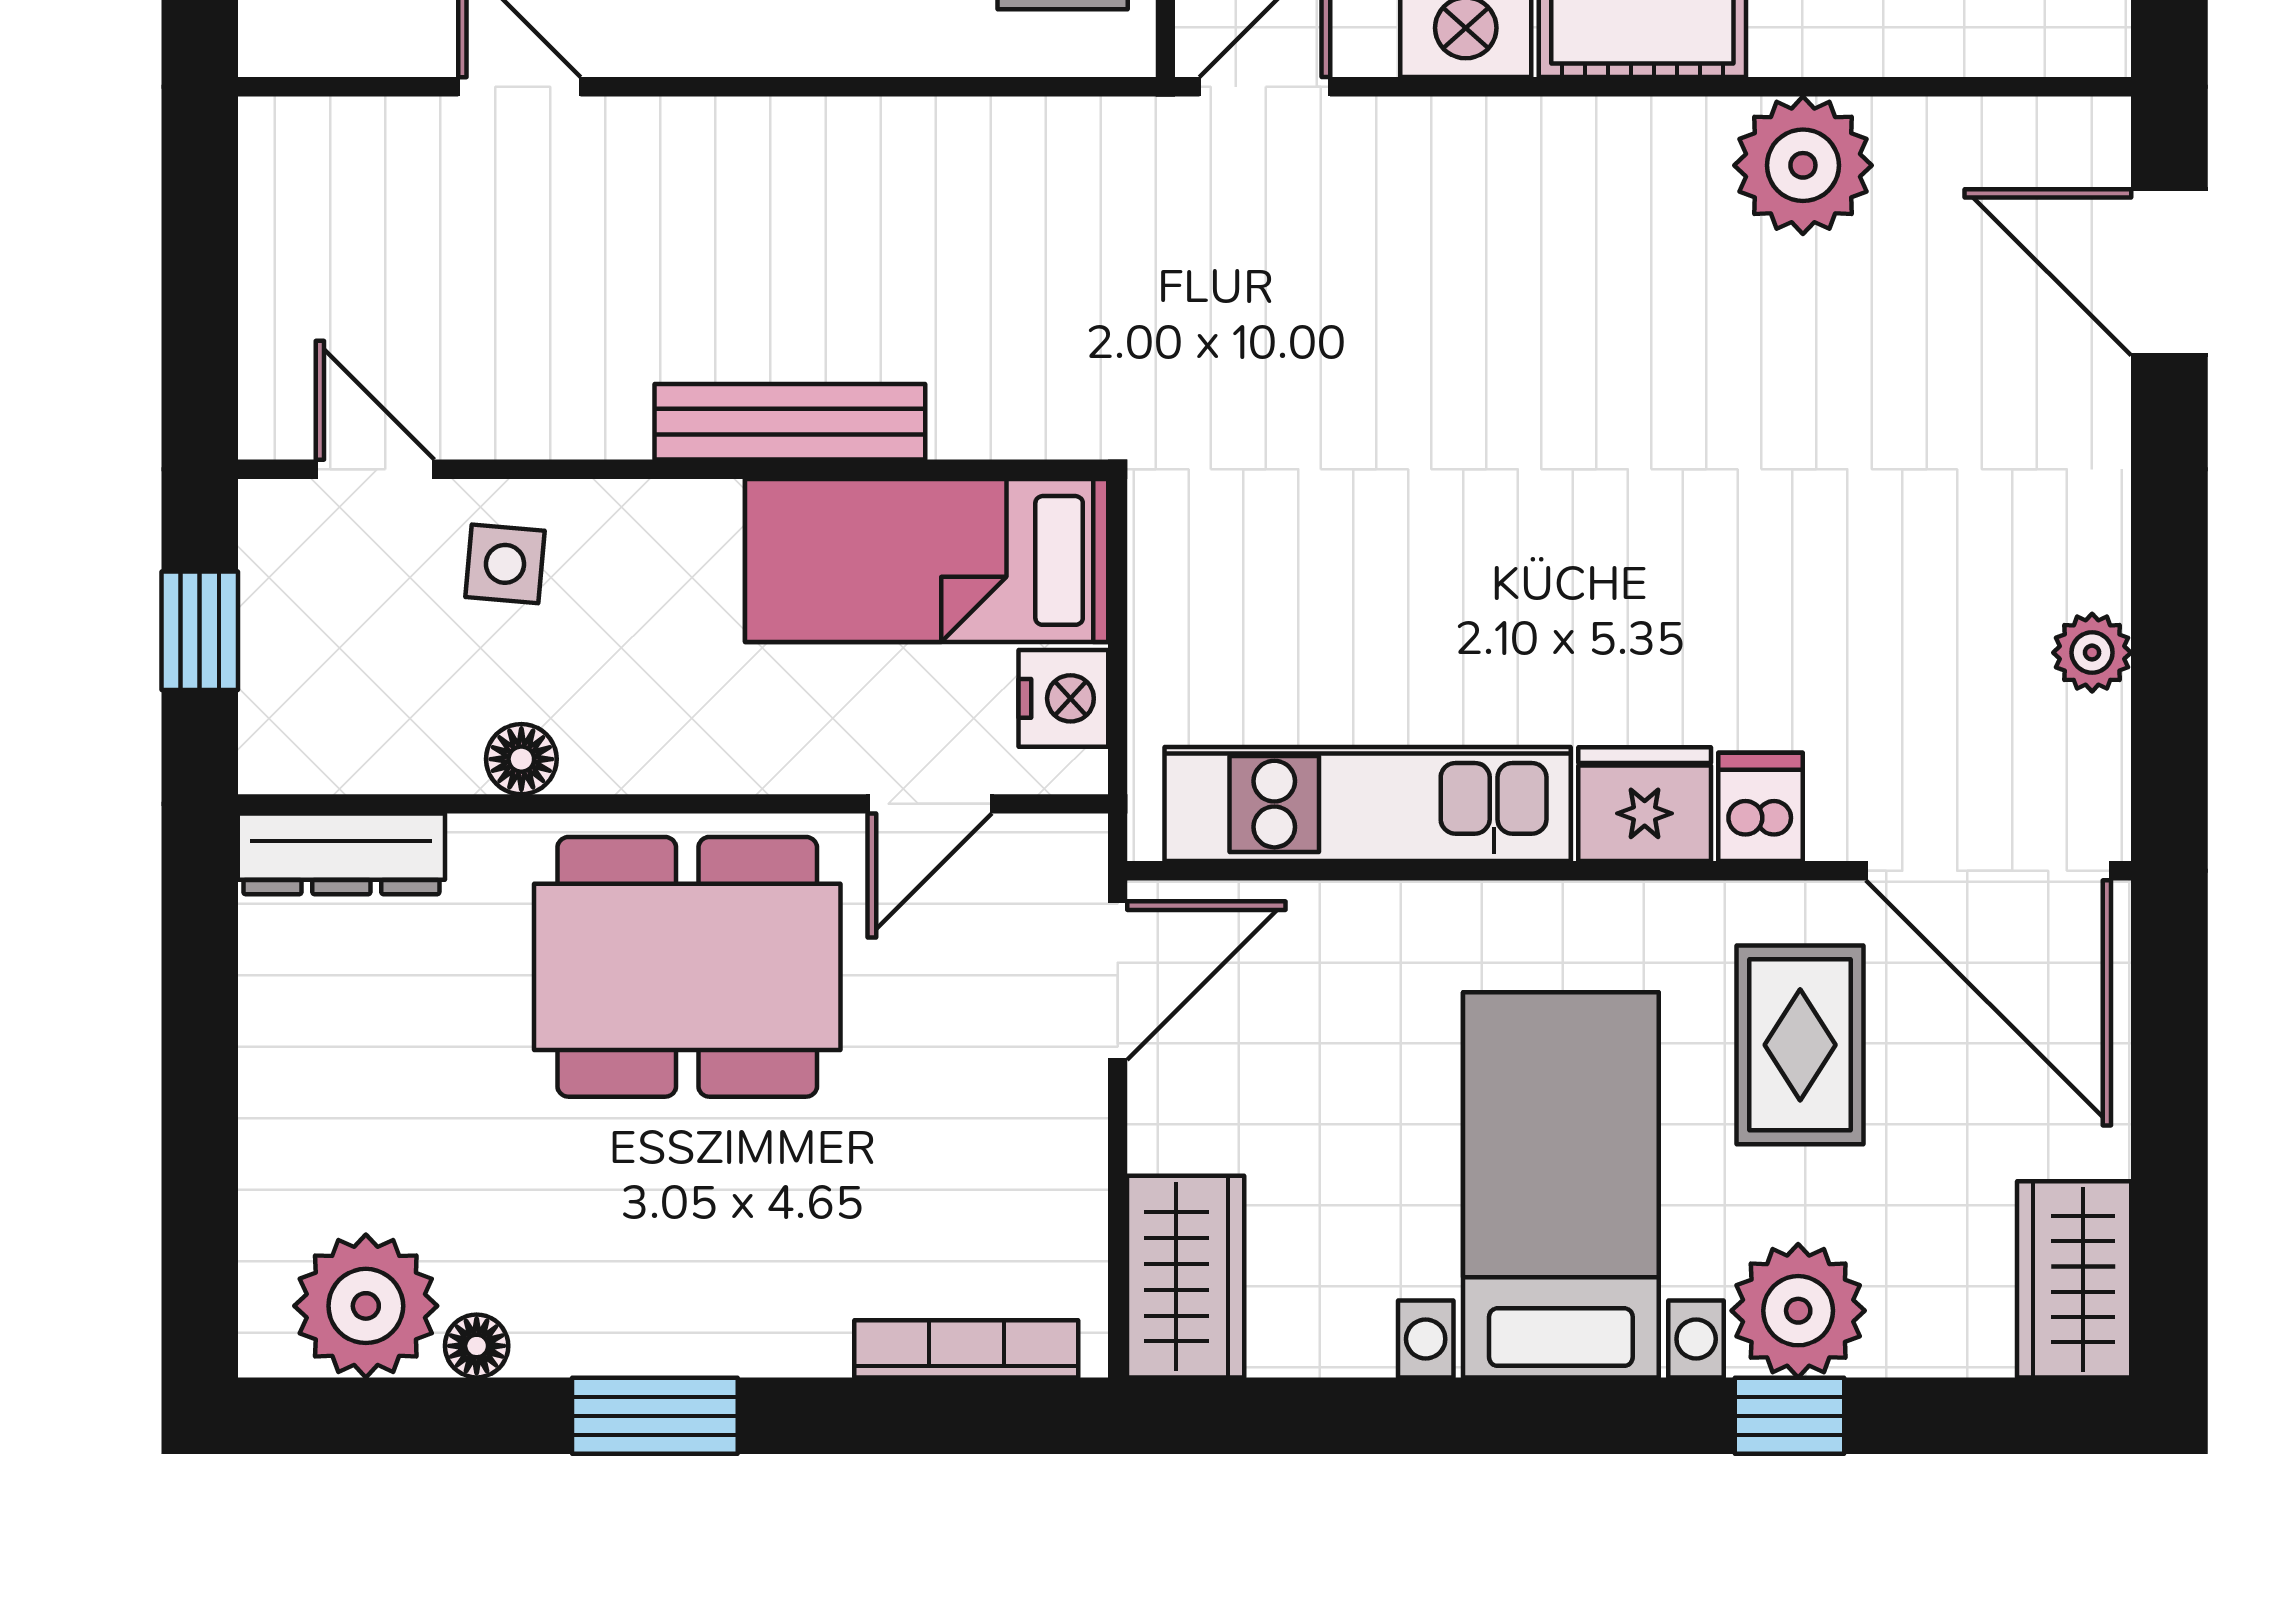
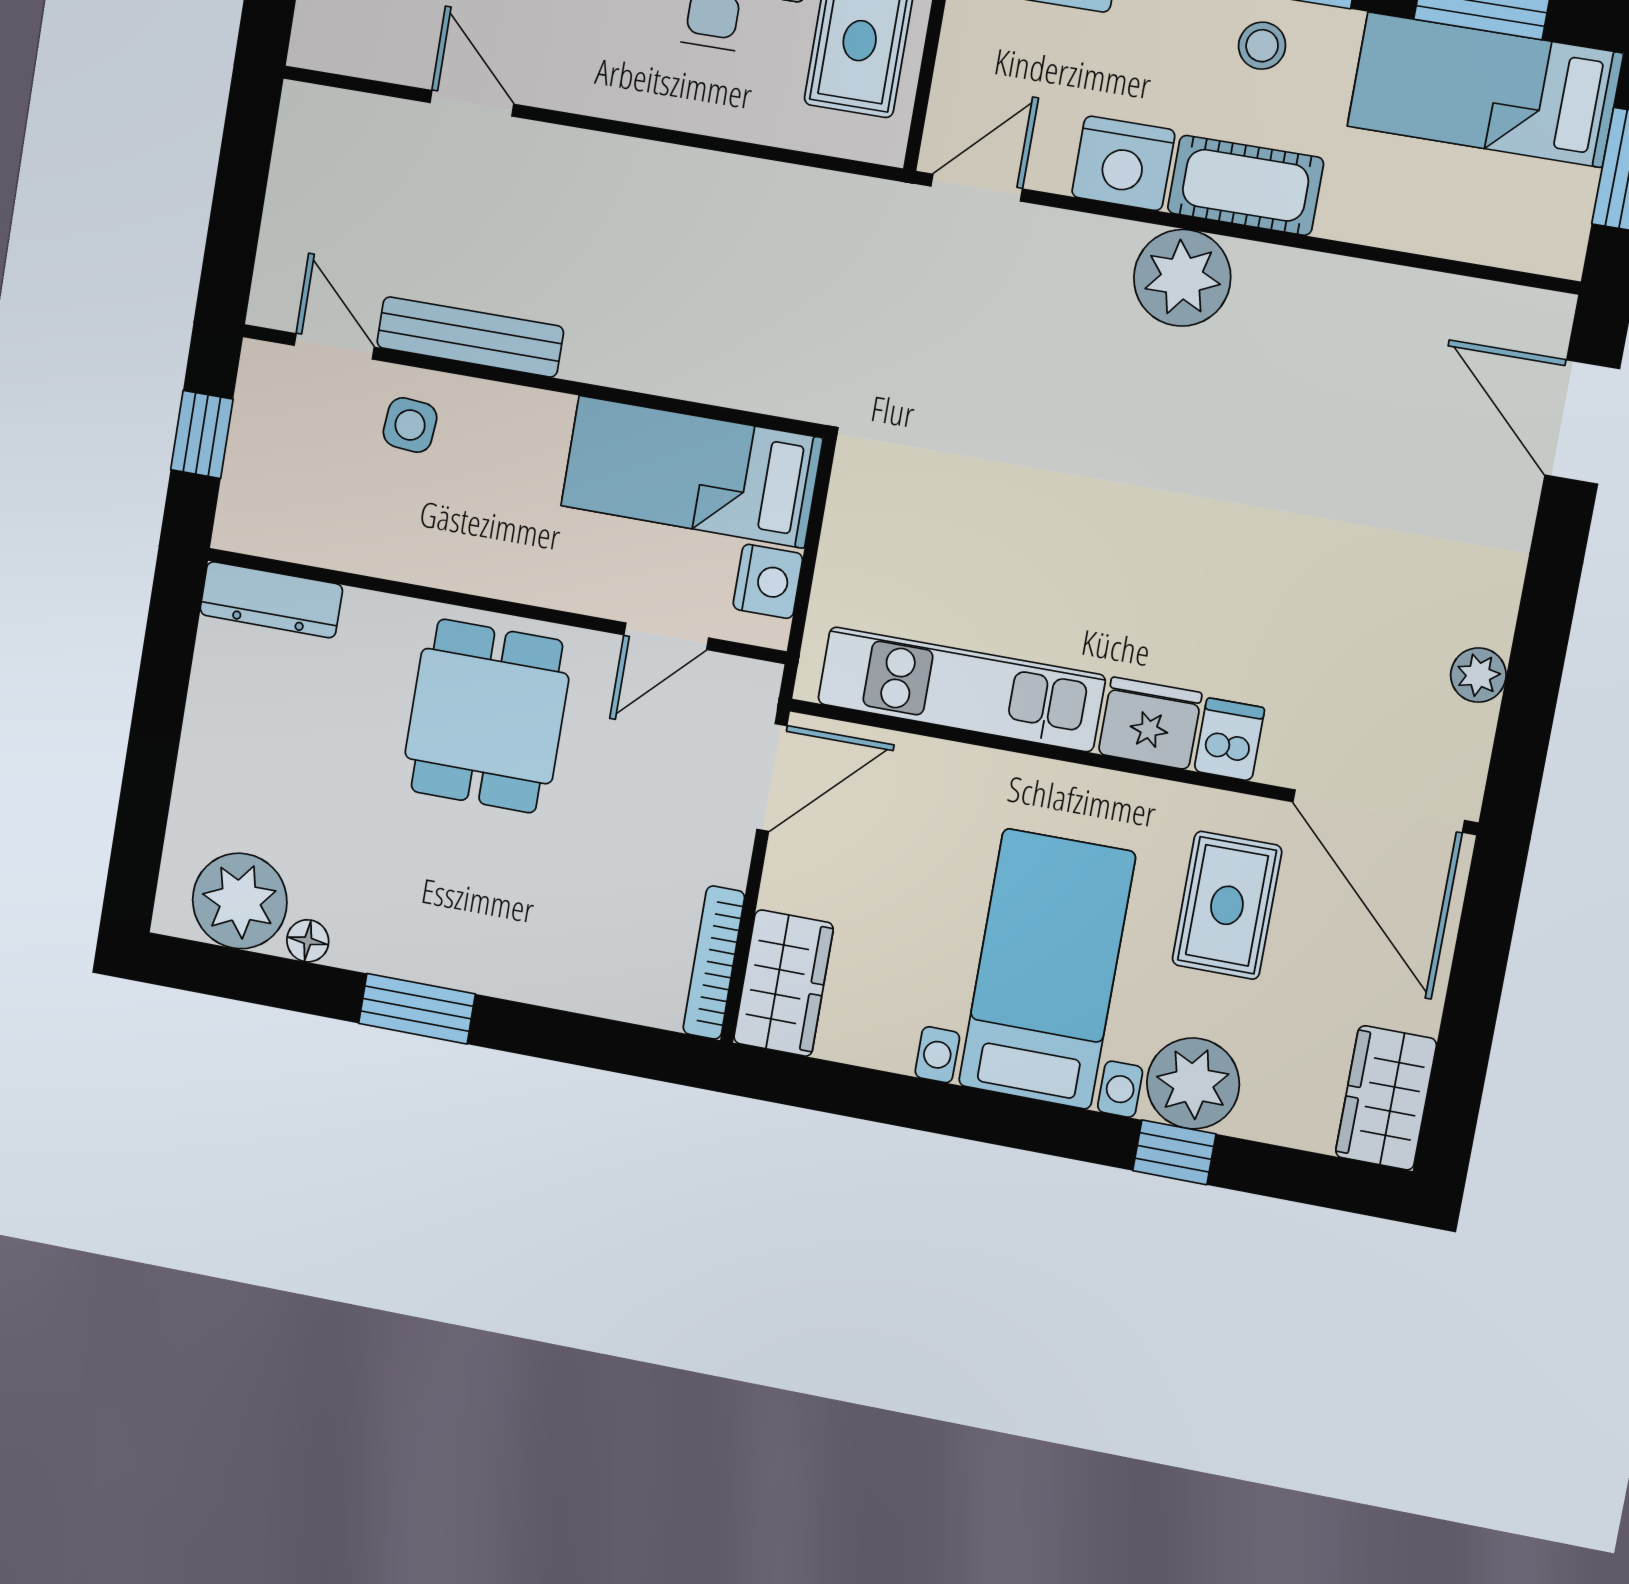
plant: (1803, 165) -> (1182, 278), moved
bench: (790, 422) -> (470, 337), moved
floor lamp: (521, 759) -> (400, 558), removed
dining table: (687, 967) -> (487, 716), width x0.73
bookcase: (966, 1349) -> (714, 963), moved, turned -90

